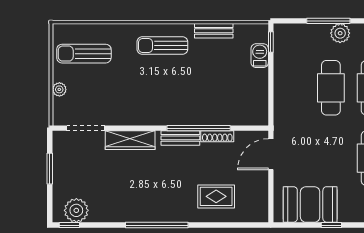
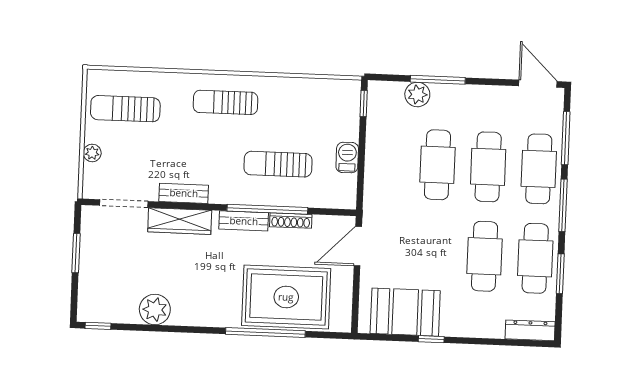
bench: (214, 31) -> (184, 193), moved
plant: (340, 33) -> (417, 94), moved
barbecue: (260, 56) -> (347, 158), moved
sun lounger: (206, 92) -> (278, 164), added
rug: (216, 196) -> (286, 297), width x1.86, depth x2.06
plant: (76, 210) -> (155, 310), moved
window: (157, 225) -> (265, 333), moved

